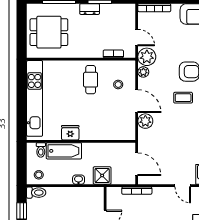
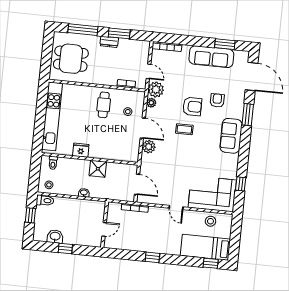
bathtub: (64, 151) -> (73, 166), removed
shower: (102, 175) -> (98, 169), moved

